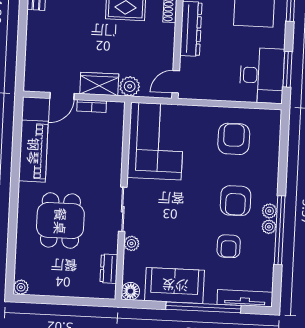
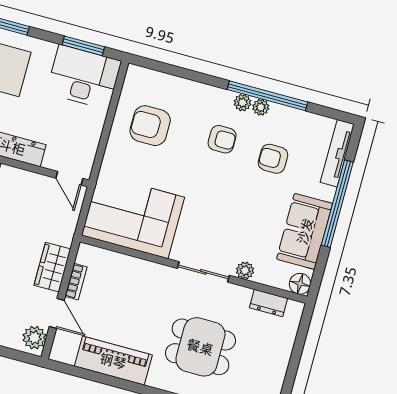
plant: (130, 86) -> (34, 338), moved
armchair: (236, 201) -> (222, 139), width x0.72, depth x0.72
armchair: (229, 246) -> (273, 159), turned 180

